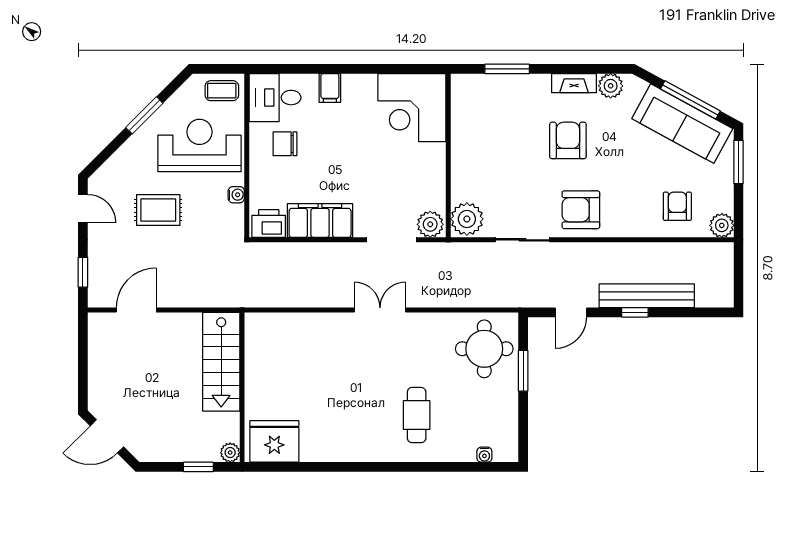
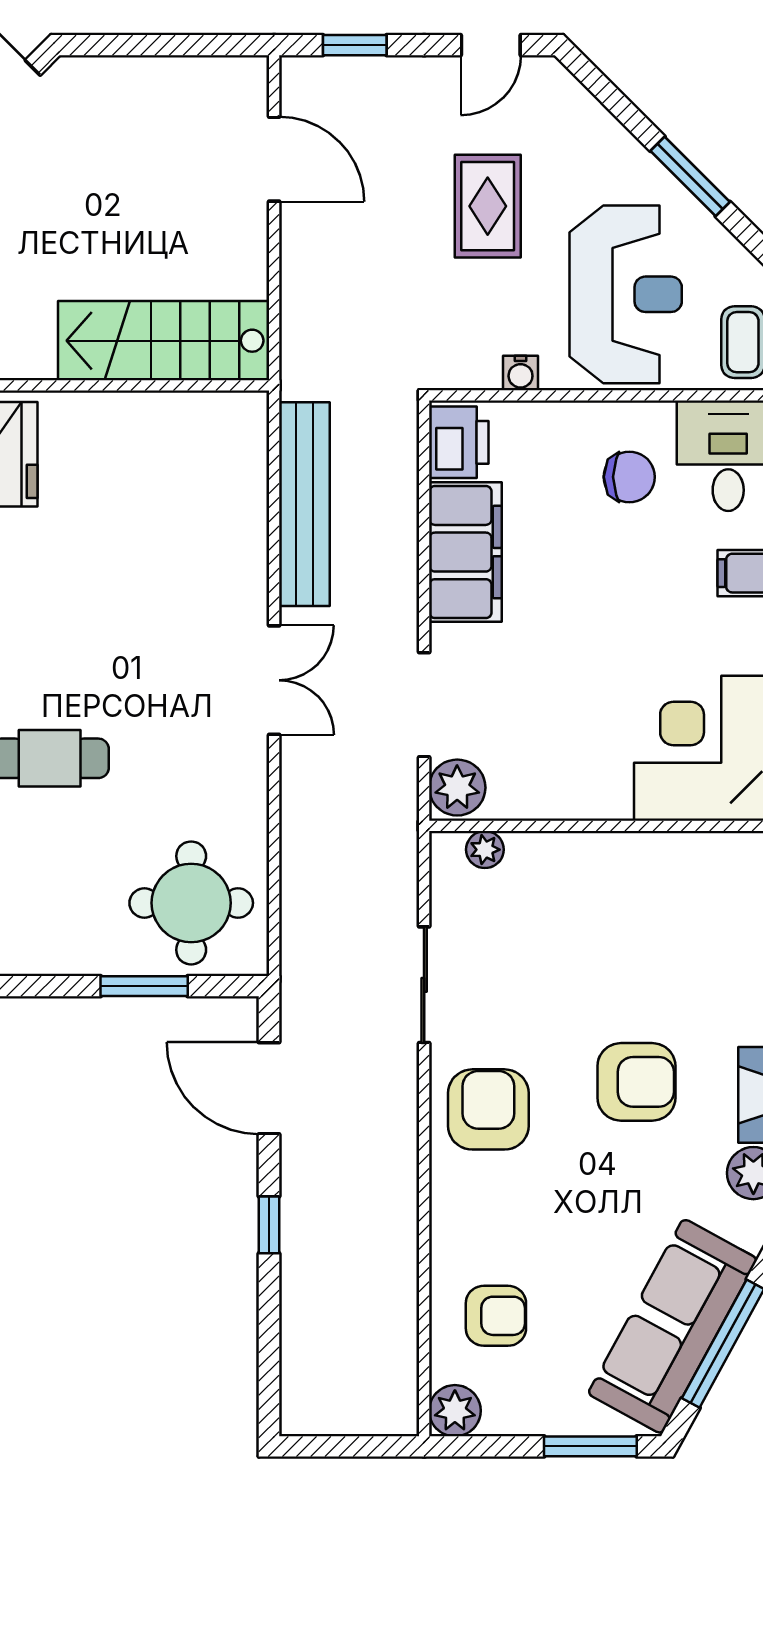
chair: (285, 144) -> (629, 477), turned 90
plant: (467, 219) -> (485, 850), width x0.53, depth x0.53
bench: (647, 296) -> (304, 504), moved
door: (571, 312) -> (269, 1088), width x1.38

